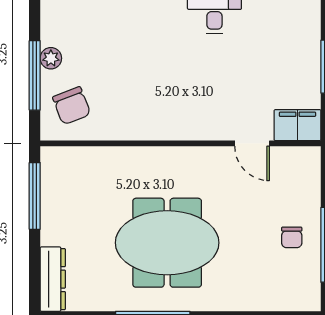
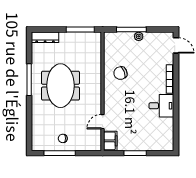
chair: (72, 106) -> (120, 73), moved

